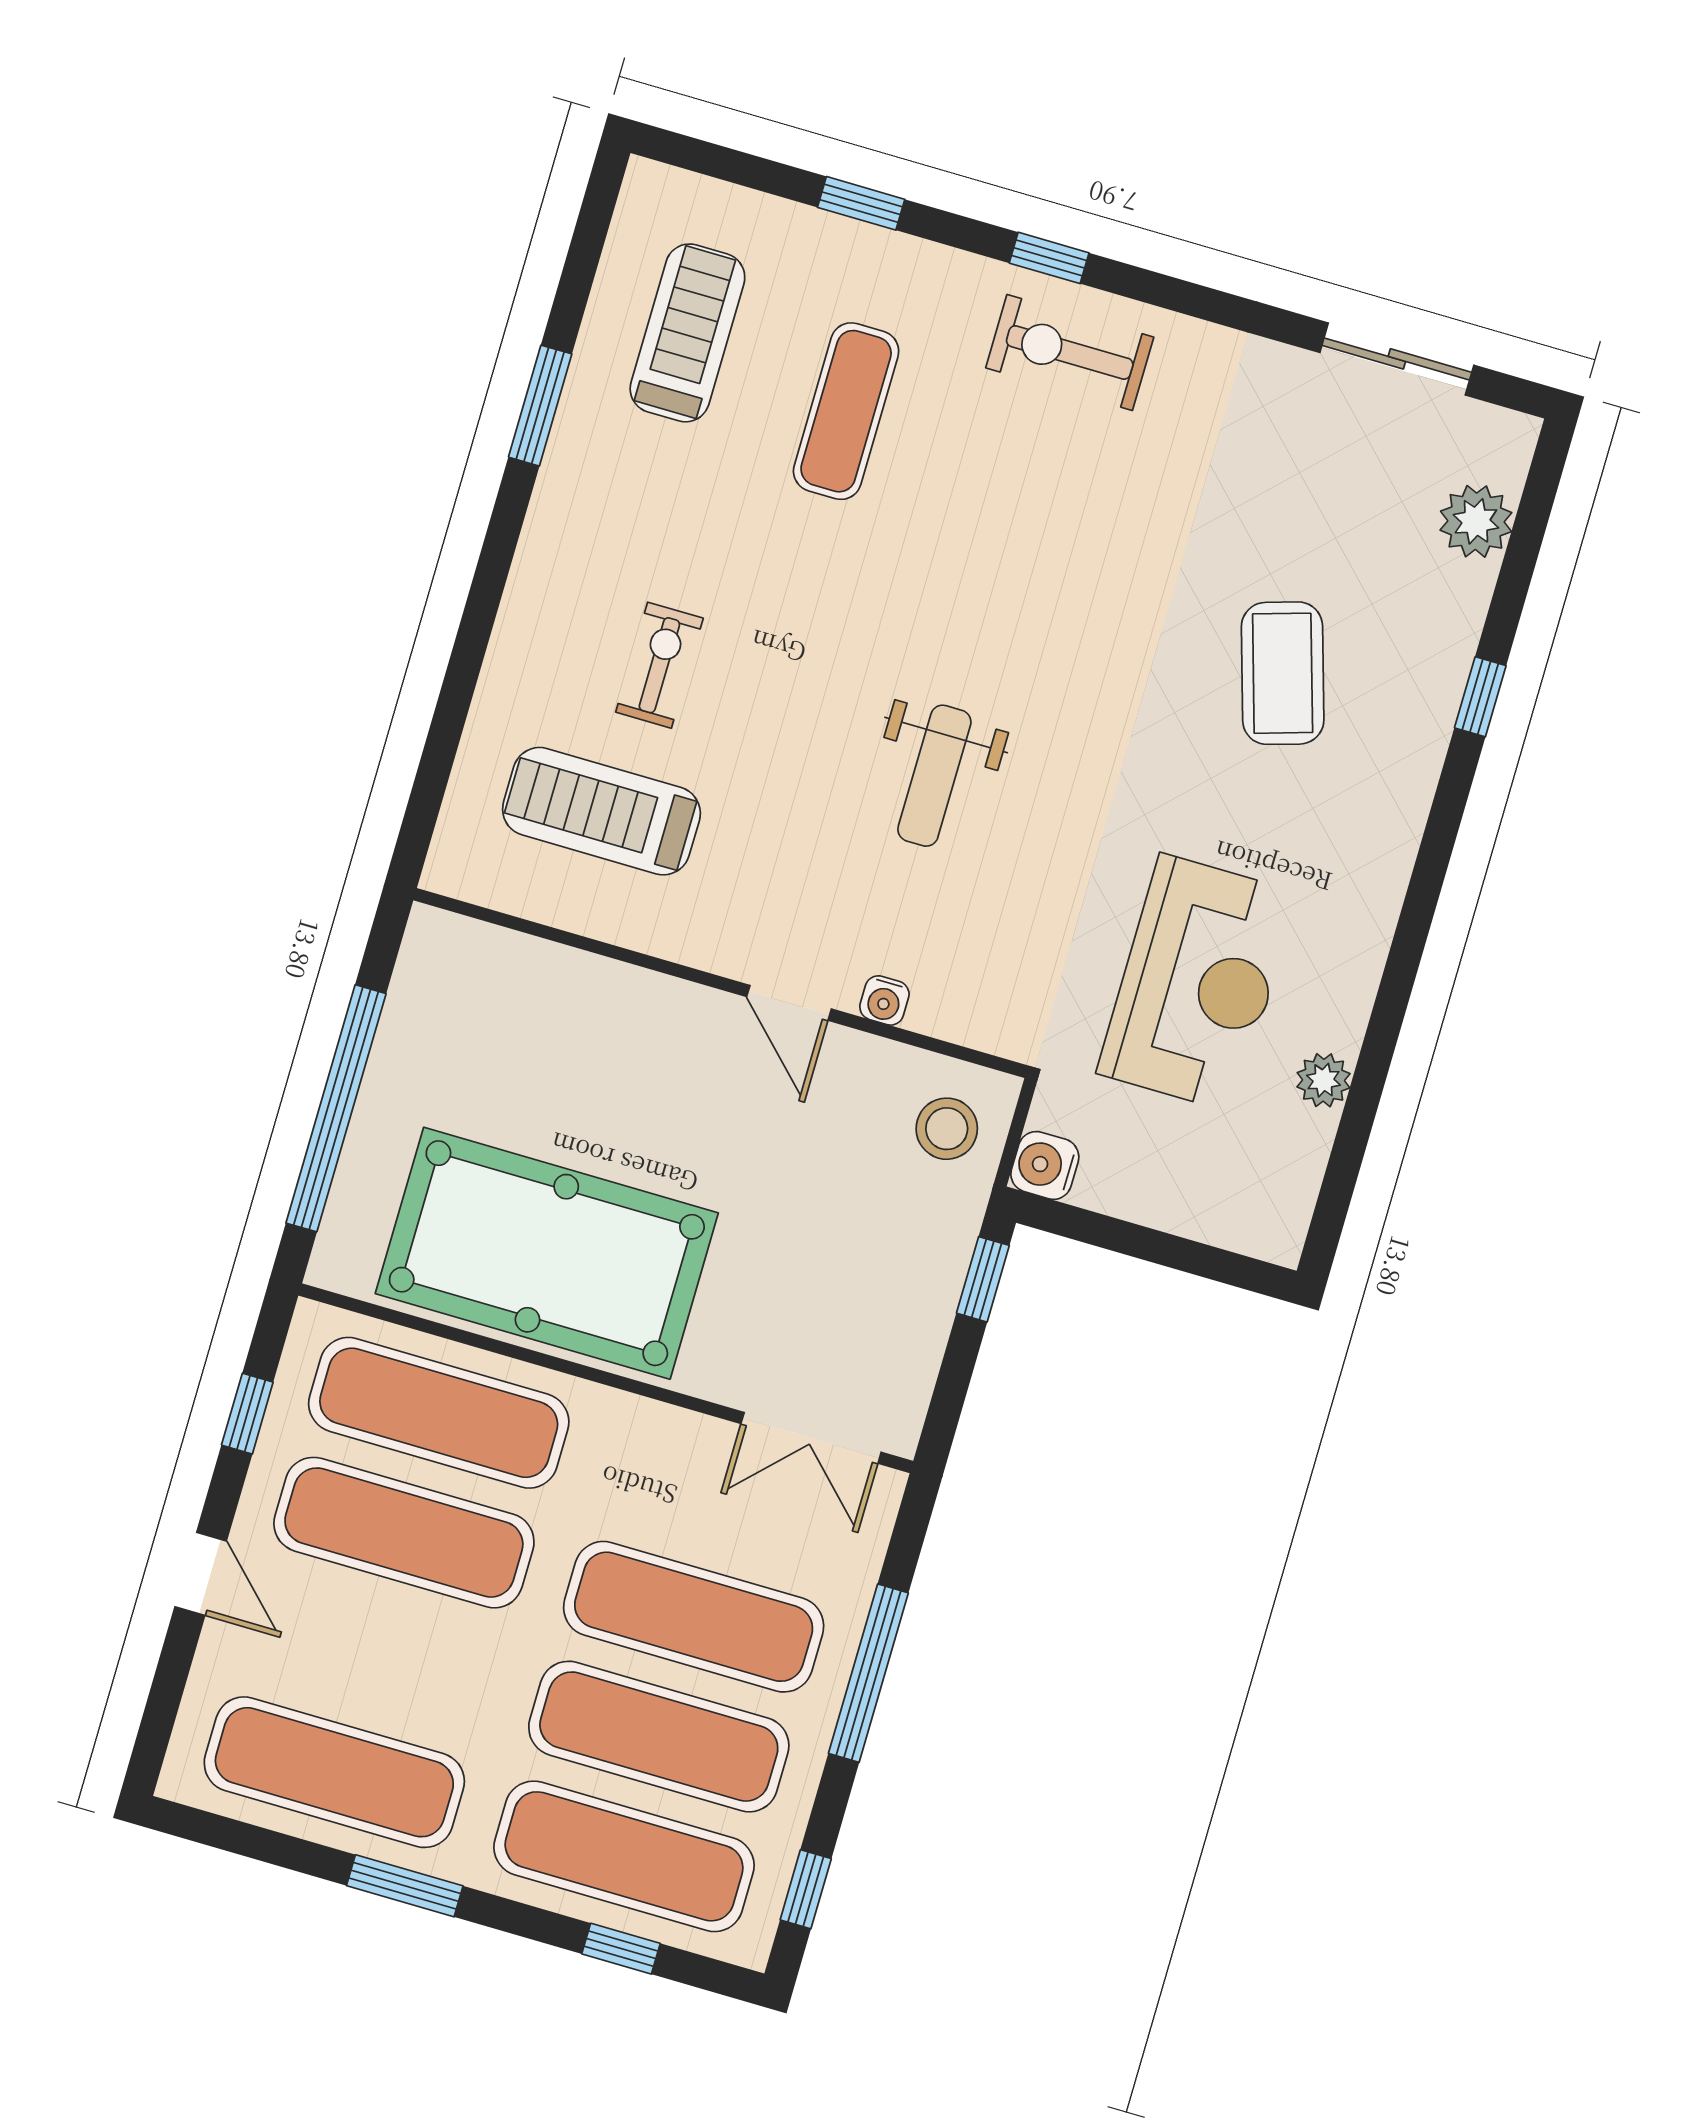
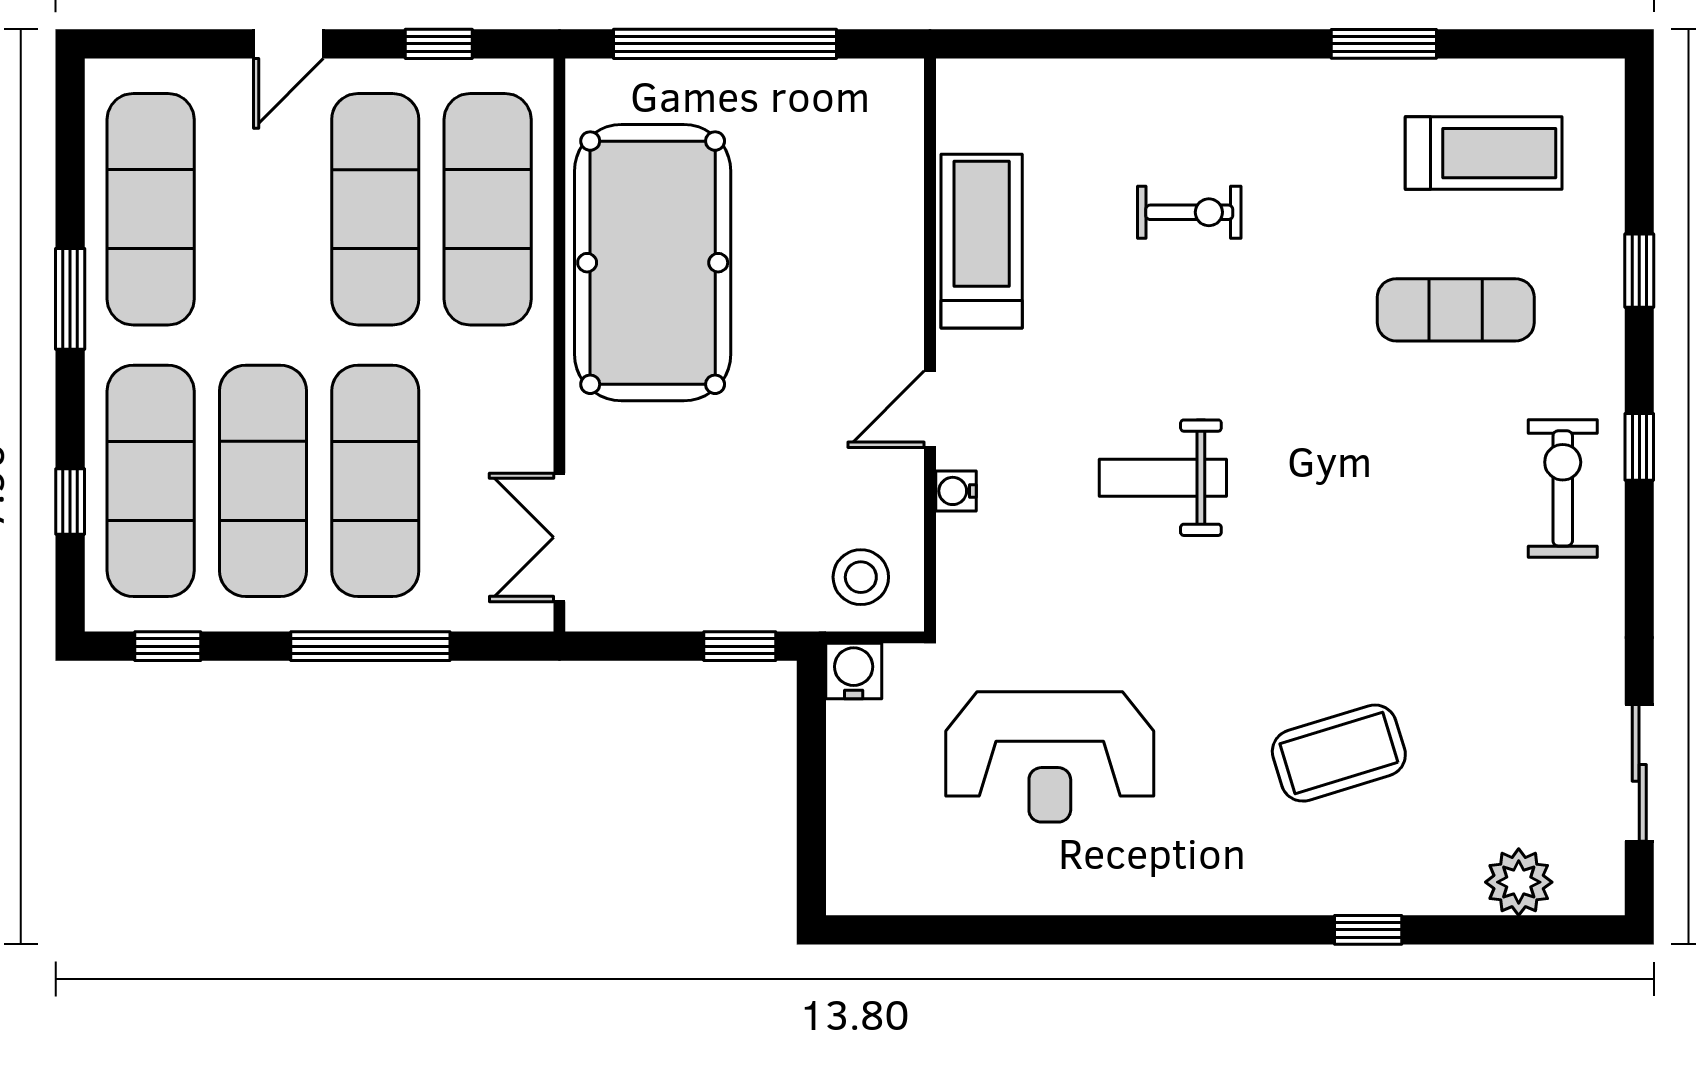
treadmill: (601, 811) -> (982, 241), moved
plant: (1324, 1080) -> (997, 891), removed

